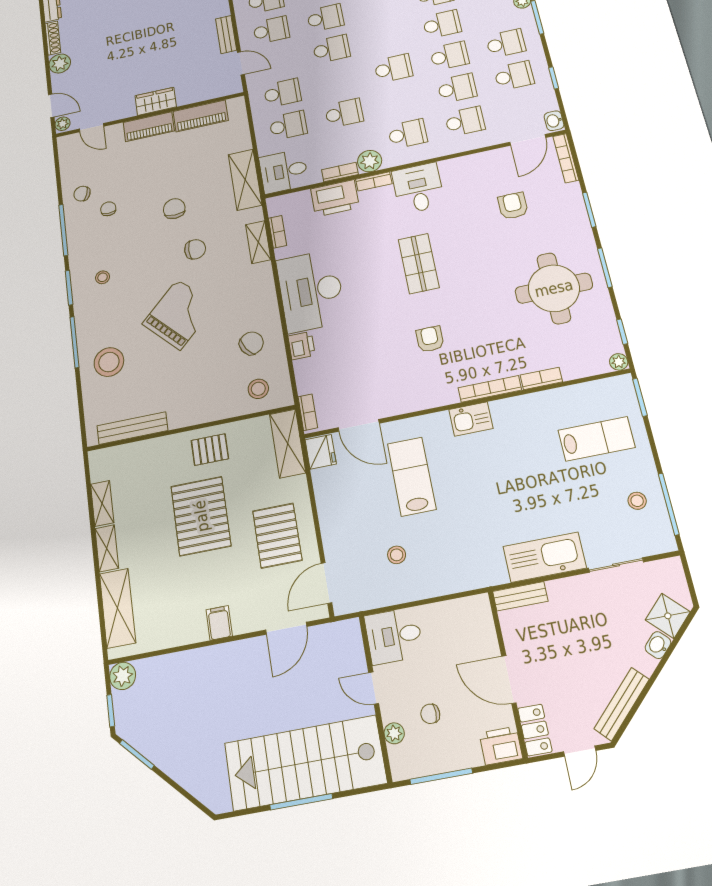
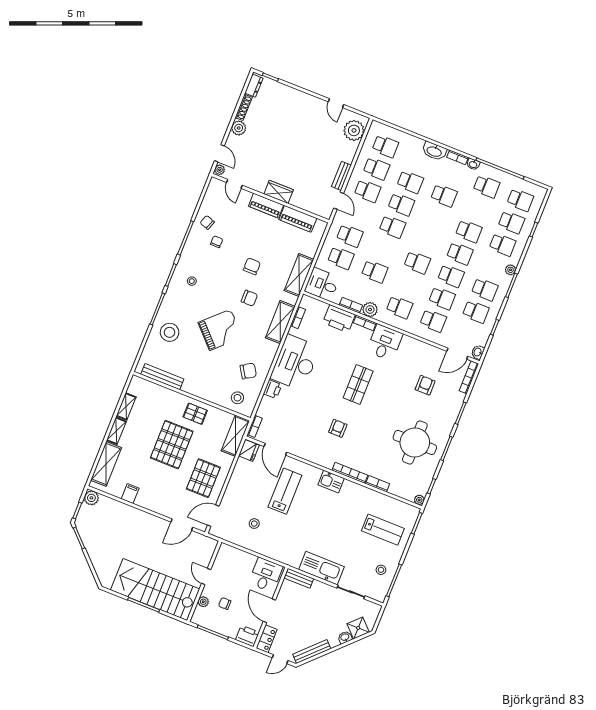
shelving: (258, 242) -> (280, 322), width x1.50, depth x1.33
filing cabinet: (219, 623) -> (130, 494), moved
desk: (394, 636) -> (266, 575), moved, turned 90

